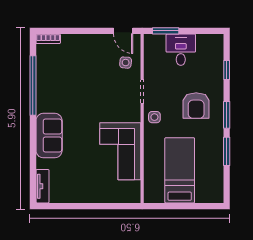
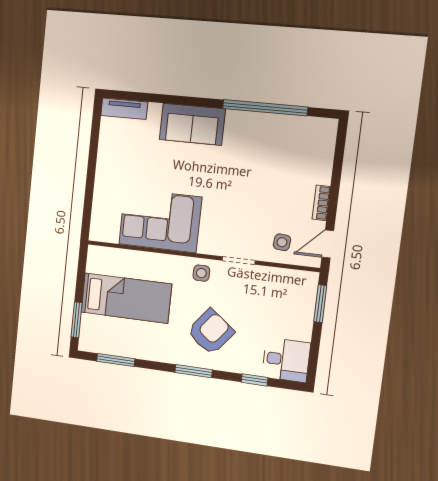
bookcase: (48, 39) -> (321, 203), moved
desk: (181, 50) -> (286, 360), moved
armchair: (196, 106) -> (211, 332), turned 128
window: (227, 151) -> (116, 360), moved
window: (201, 206) -> (77, 320), added

